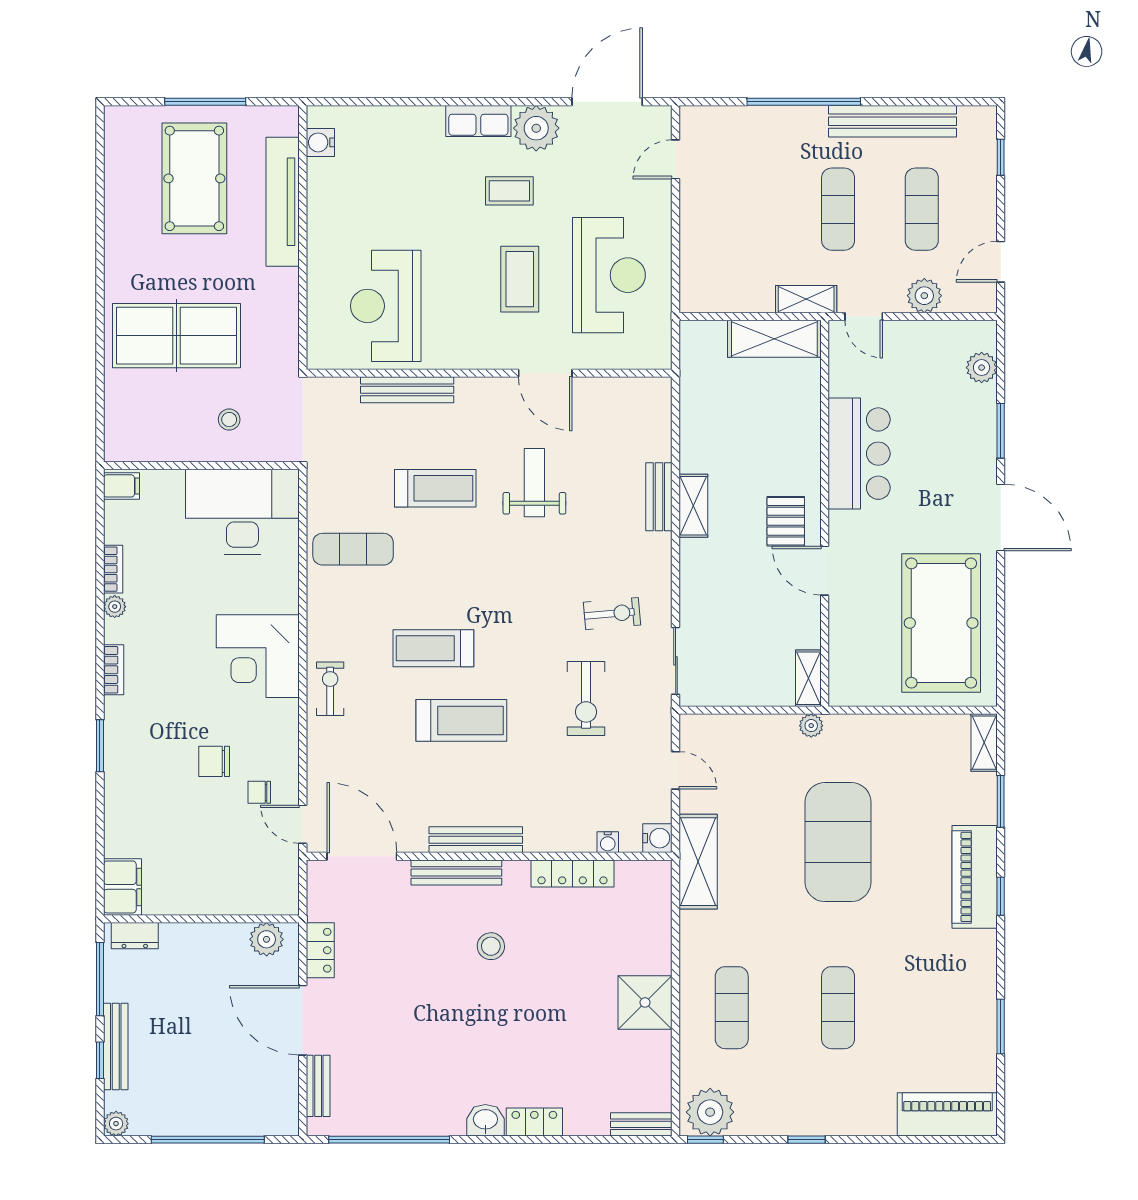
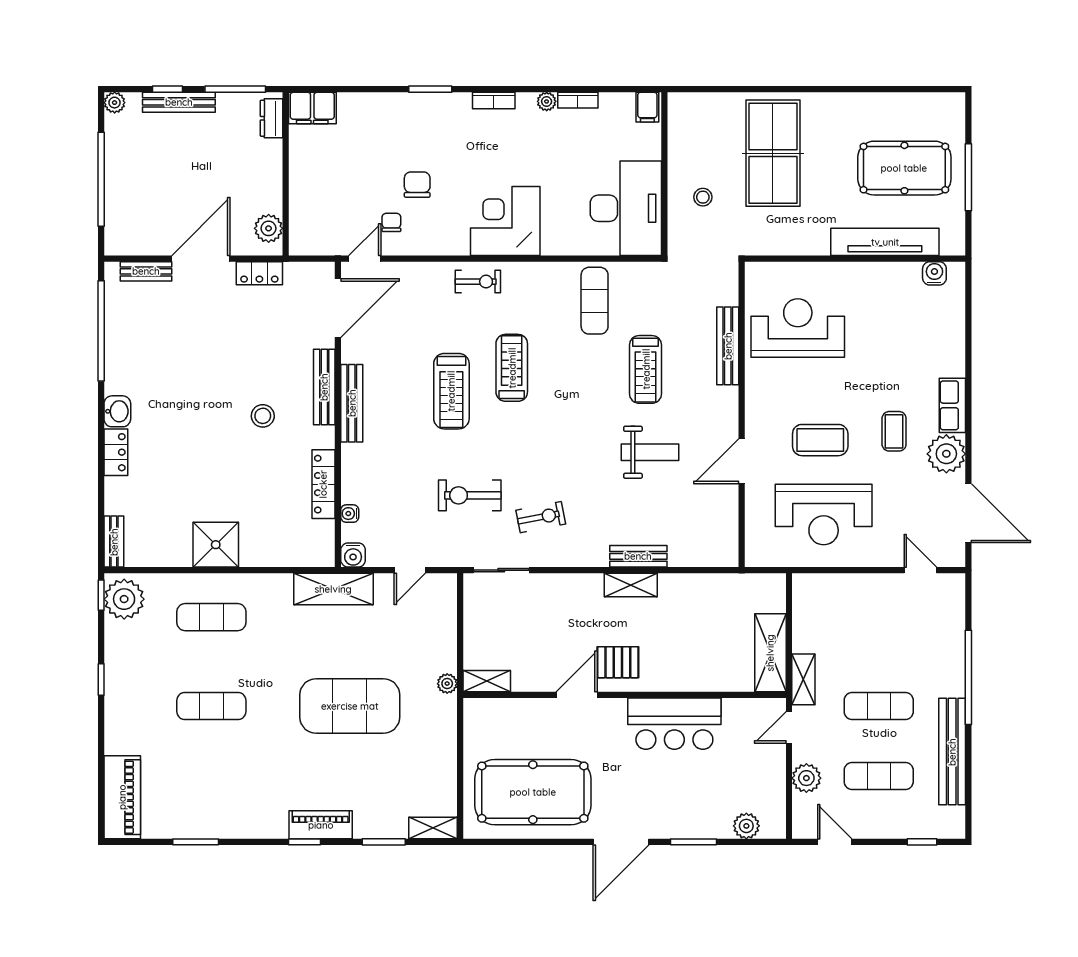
exercise bike: (612, 614) -> (541, 517), turned -96
piano: (975, 877) -> (321, 825), width x0.73, depth x0.75

